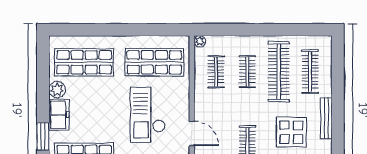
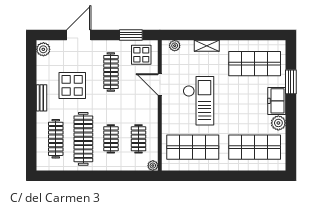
bench: (326, 118) -> (41, 98), width x0.73

